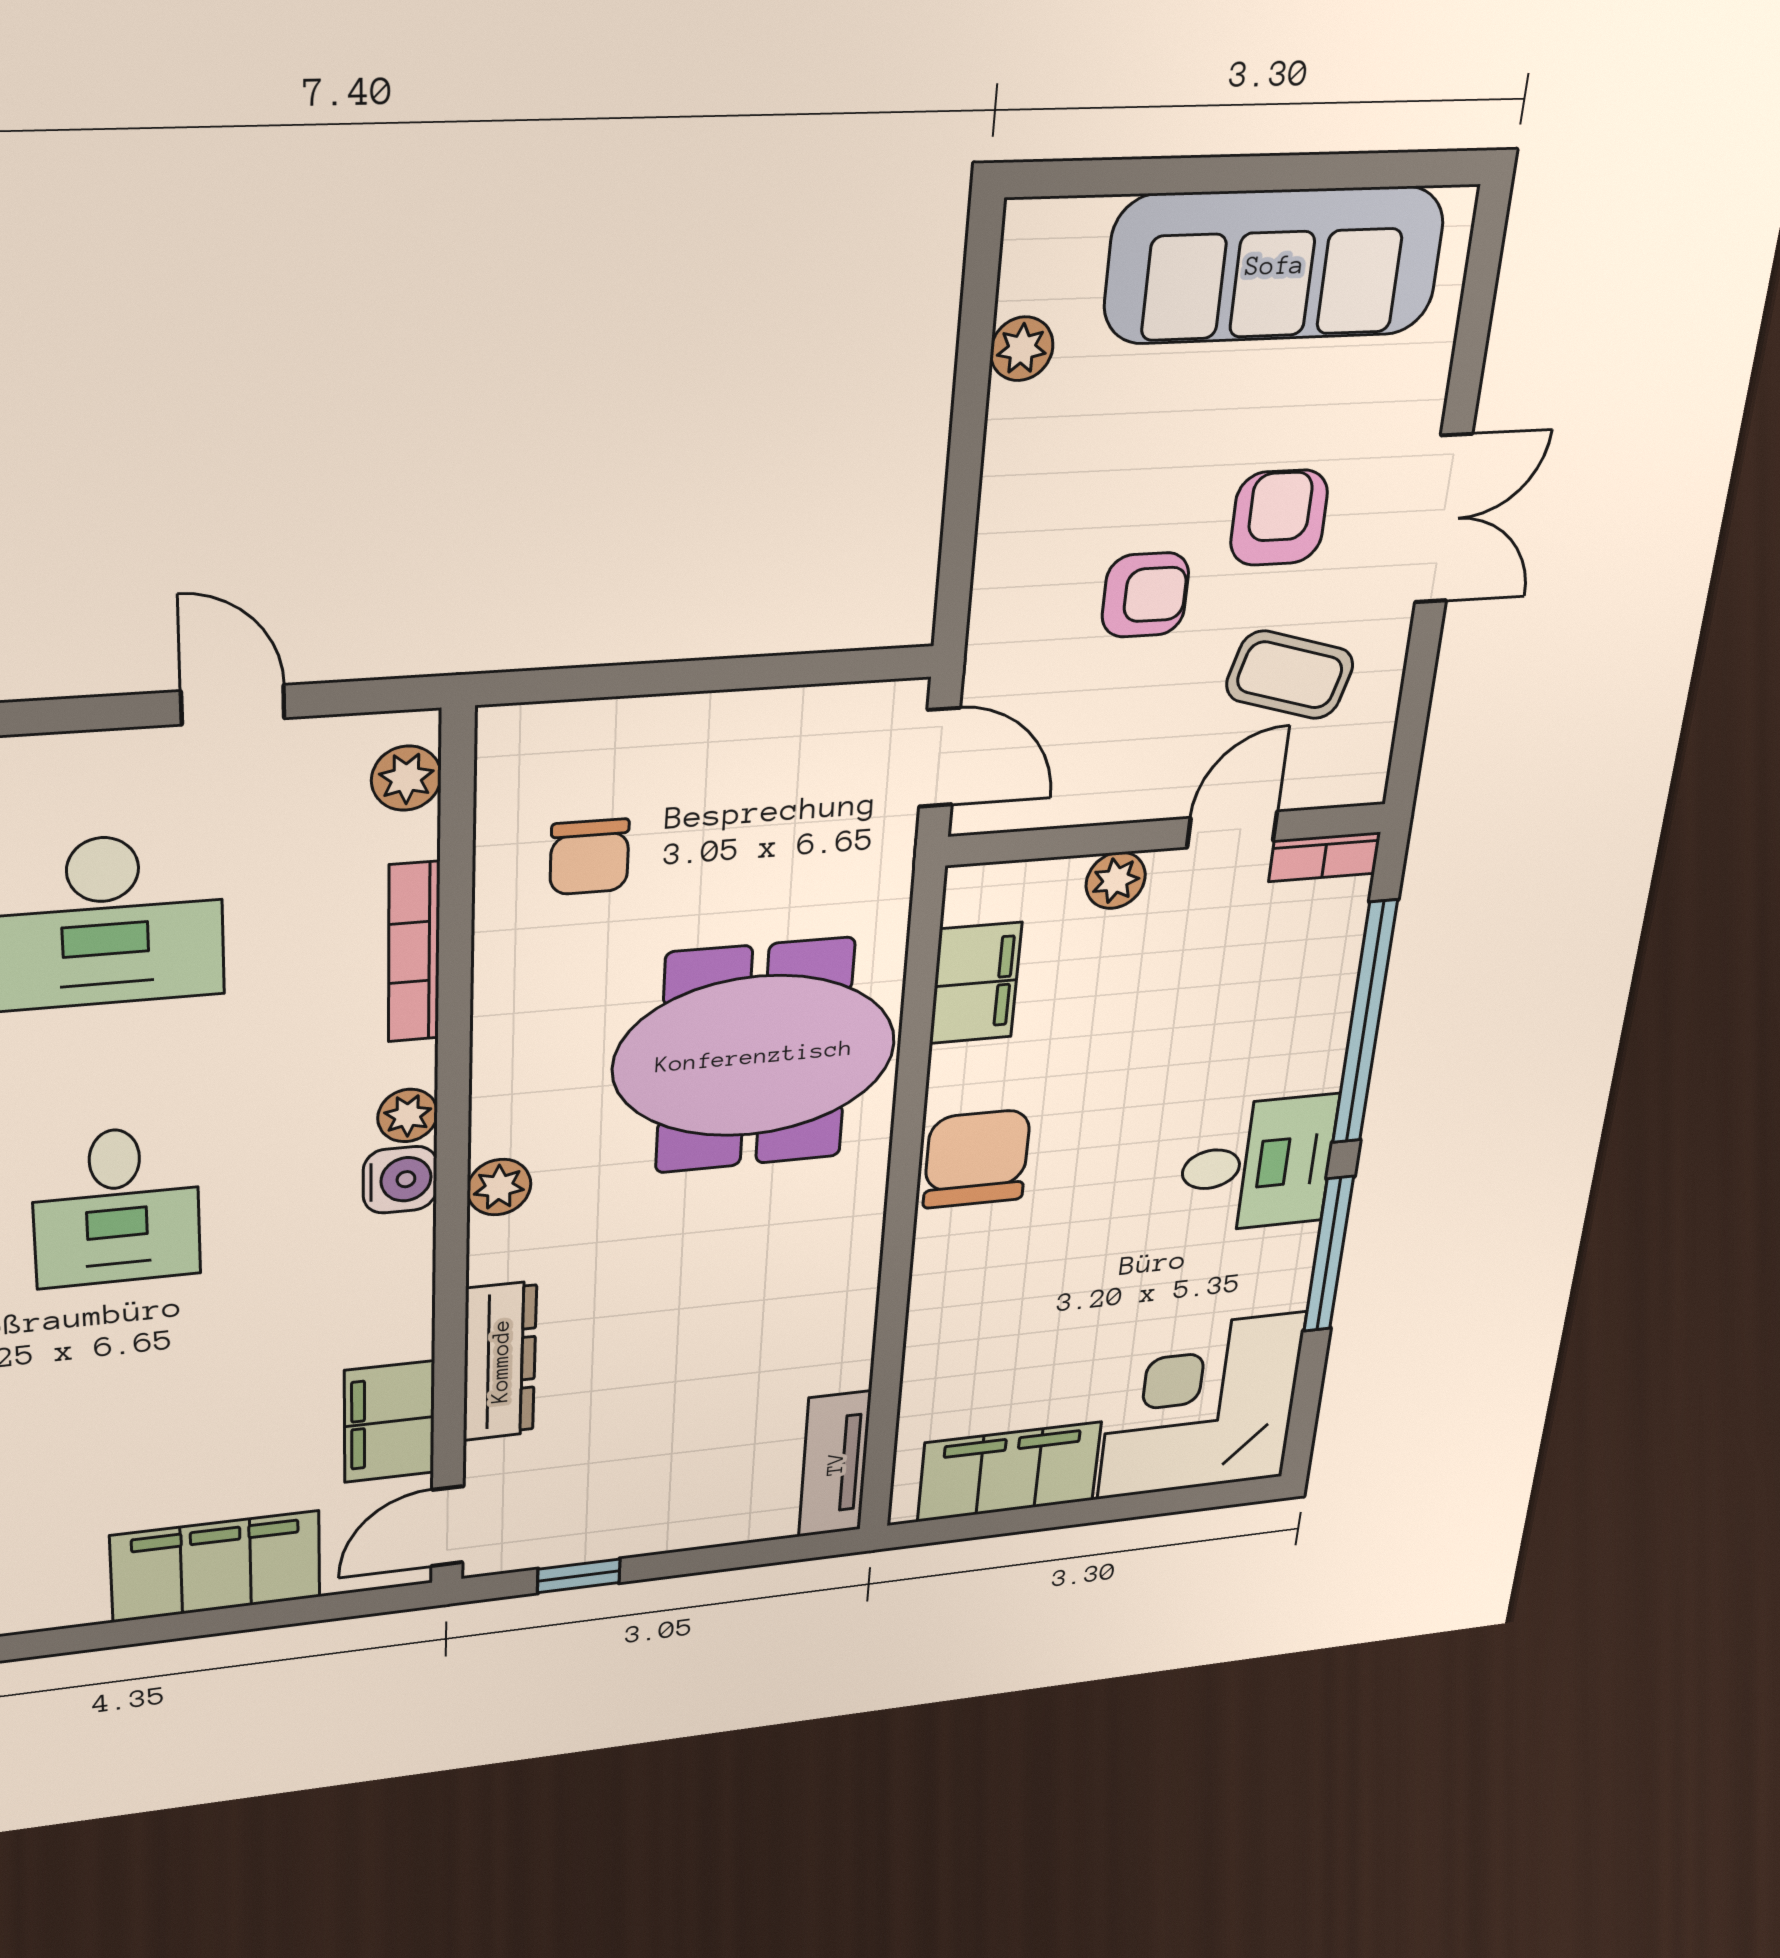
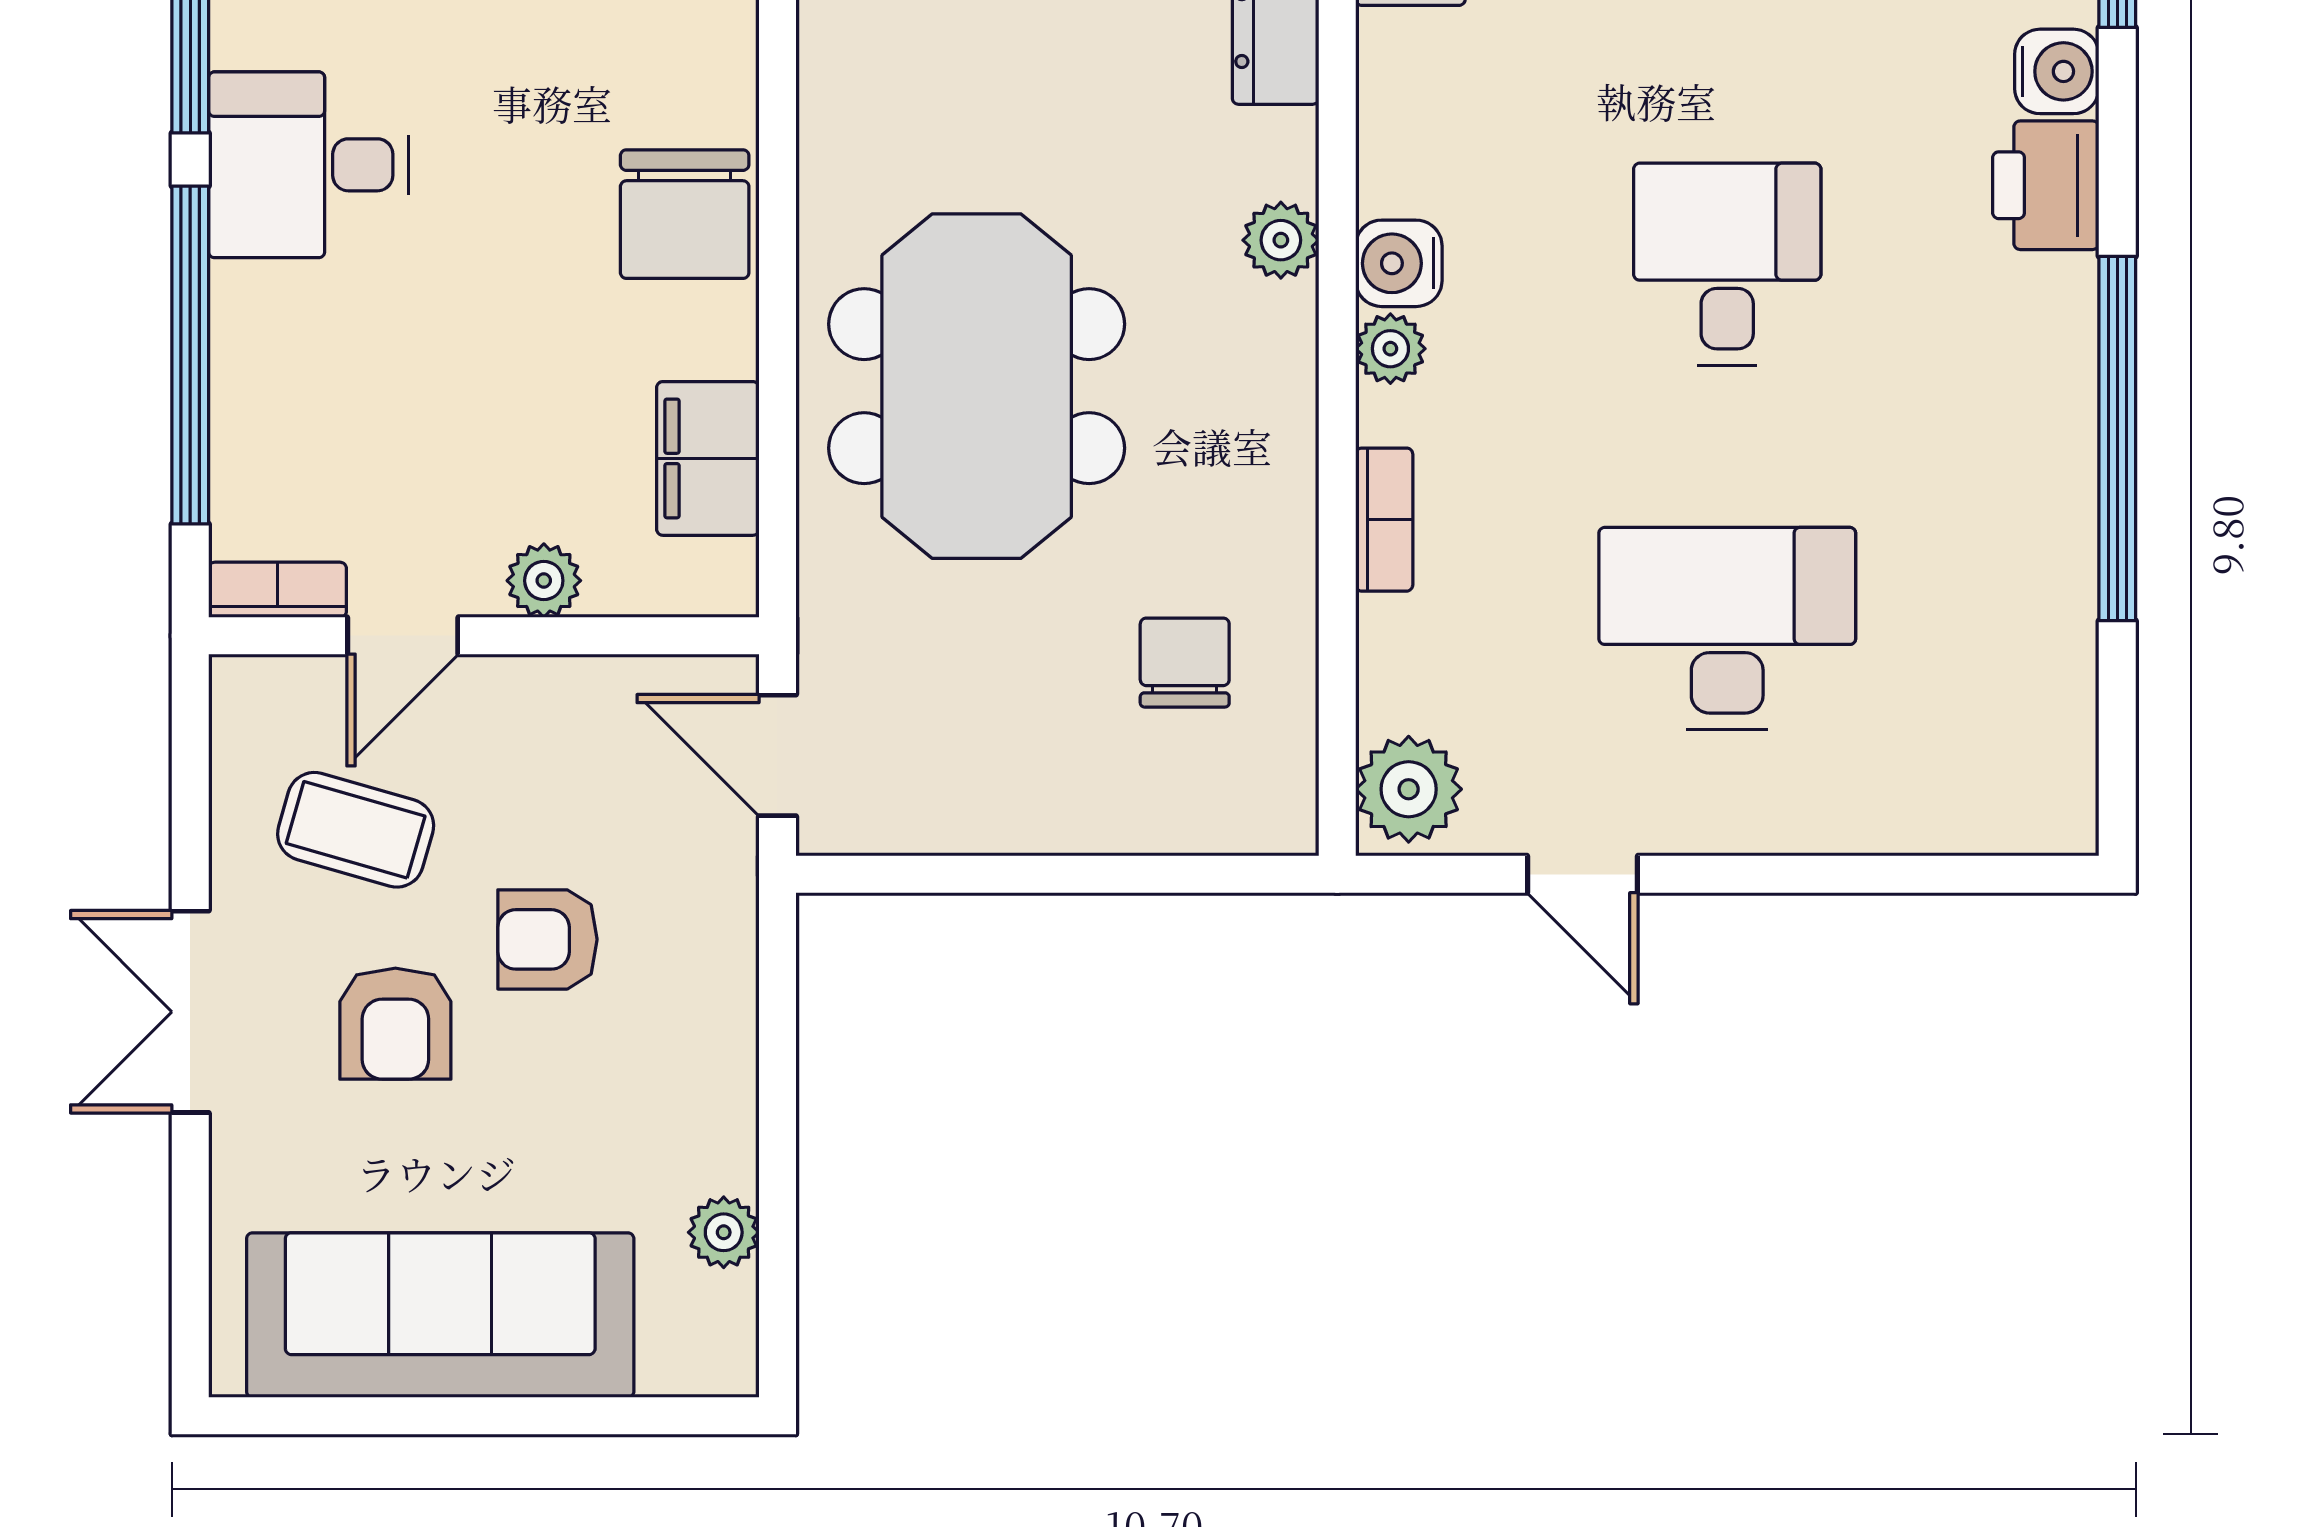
plant: (406, 778) -> (1409, 789), width x1.38, depth x1.38
bookcase: (414, 952) -> (1384, 520), width x0.64
meeting table: (754, 1056) -> (977, 386), turned 90

